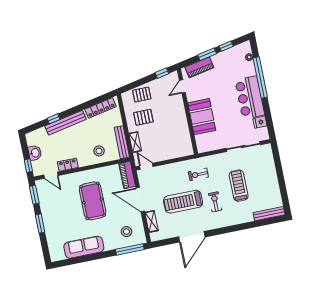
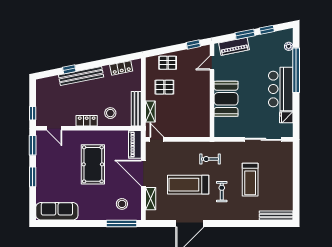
locker: (101, 108) -> (121, 68), width x0.66
washbasin: (35, 153) -> (42, 101), removed
locker: (68, 165) -> (87, 121), moved
treadmill: (239, 186) -> (250, 180), turned 180
sofa: (84, 247) -> (57, 211), moved

